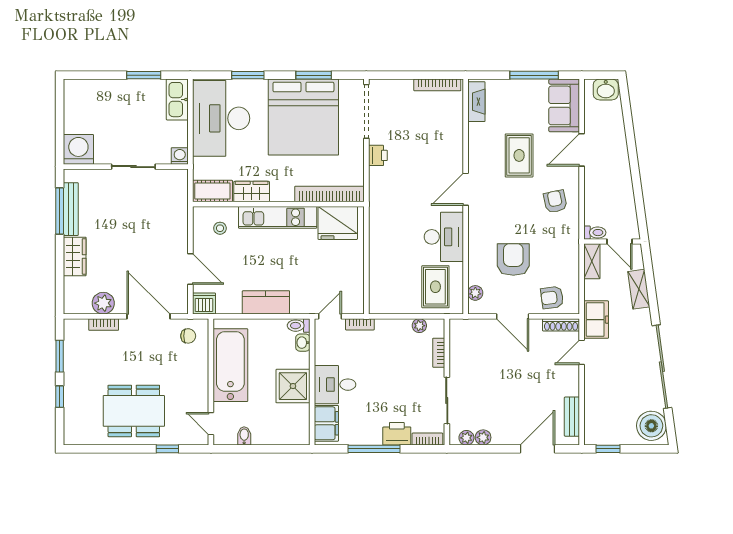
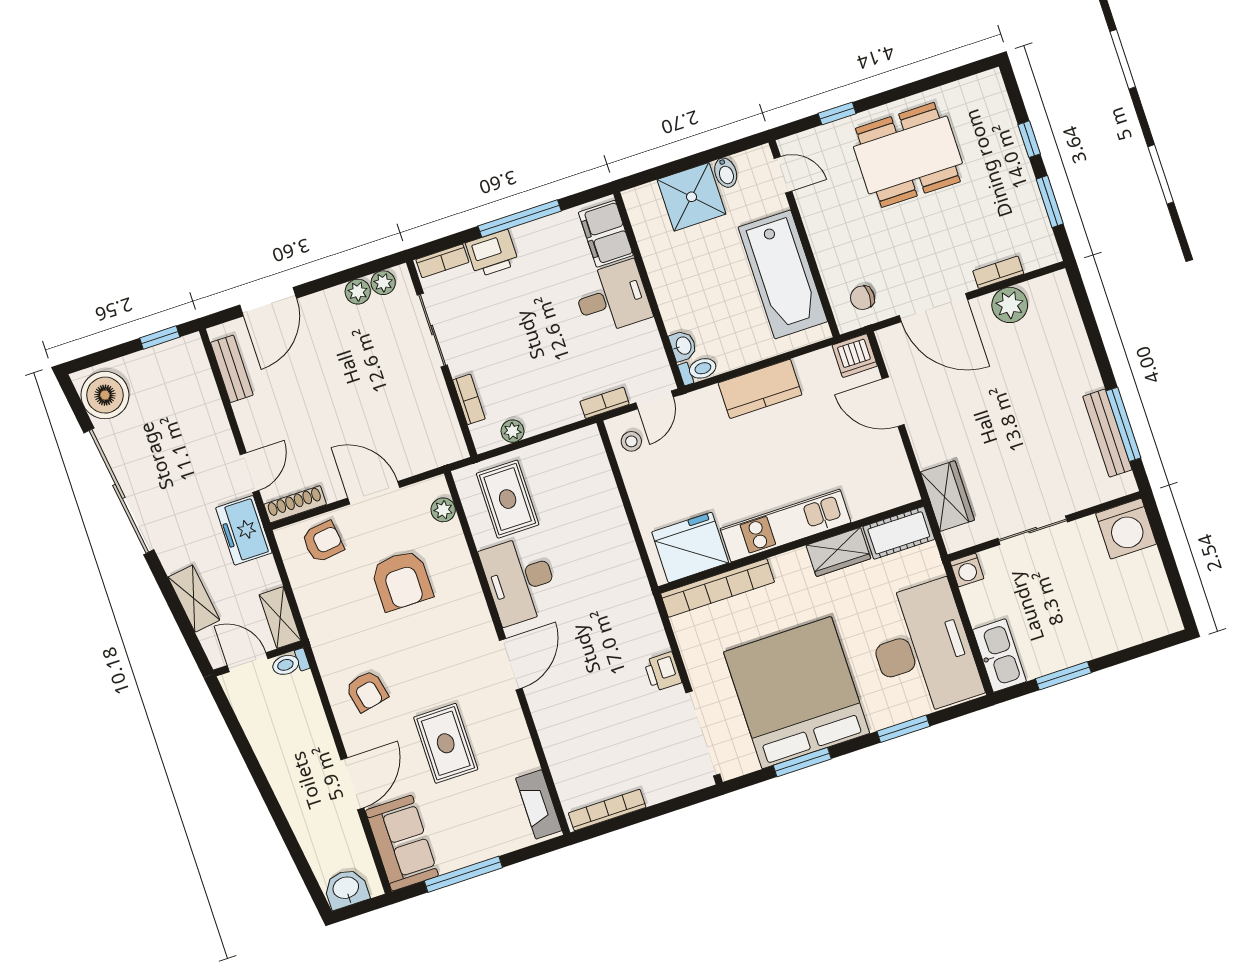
stool: (220, 228) -> (631, 441), moved
wardrobe: (75, 256) -> (947, 496), moved, turned 180
shower: (293, 386) -> (692, 197), moved

